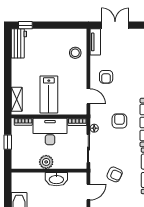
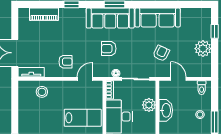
plant: (46, 162) -> (149, 105), moved

